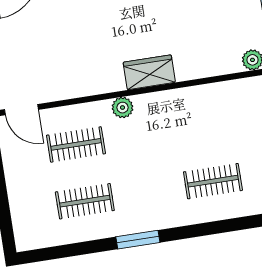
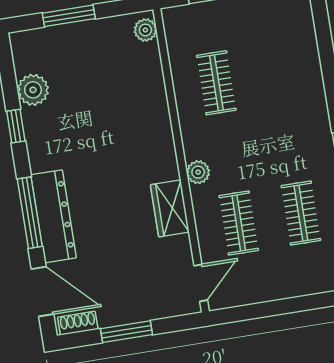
wardrobe: (149, 72) -> (170, 208), moved
clothes rail: (213, 181) -> (216, 83), moved

